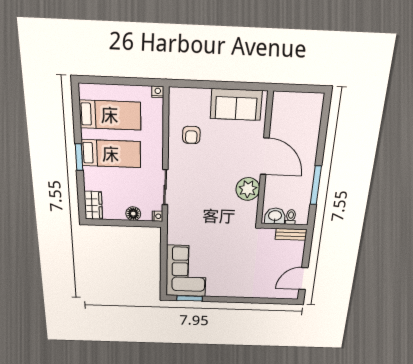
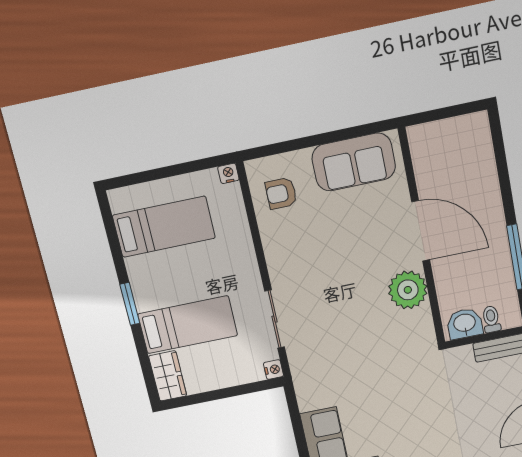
armchair: (191, 135) -> (281, 193), moved, turned 90
bed: (111, 154) -> (188, 325), moved
floor lamp: (133, 214) -> (234, 374), removed

